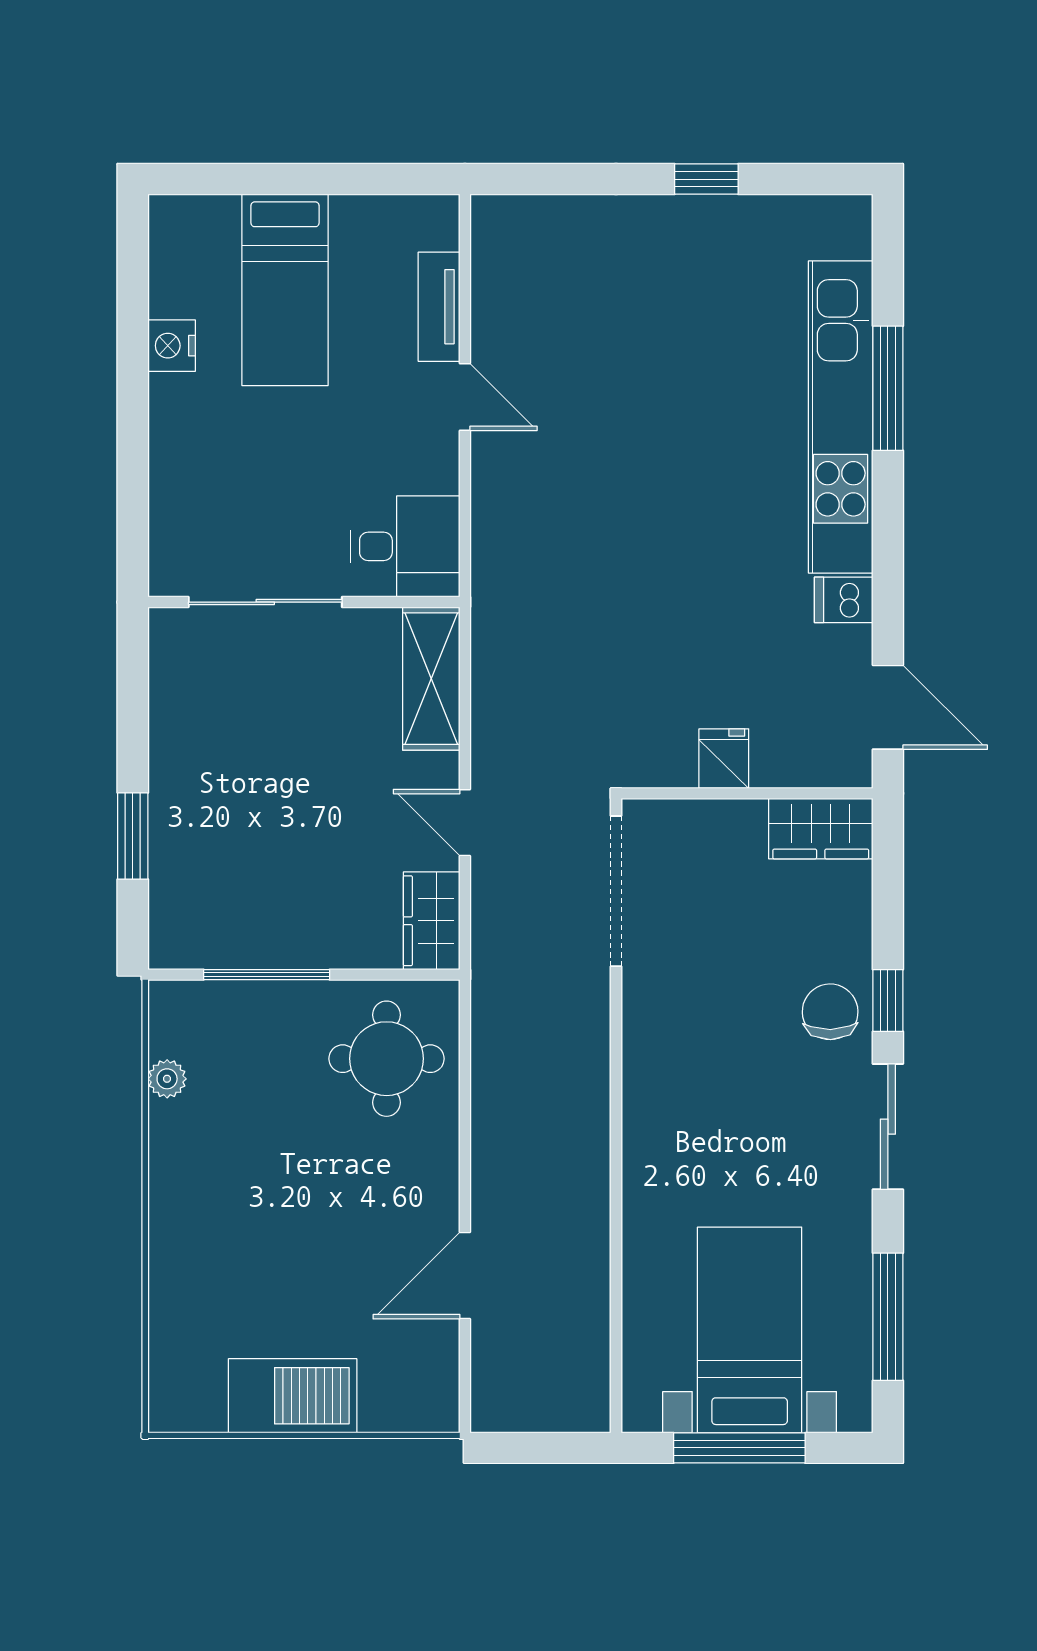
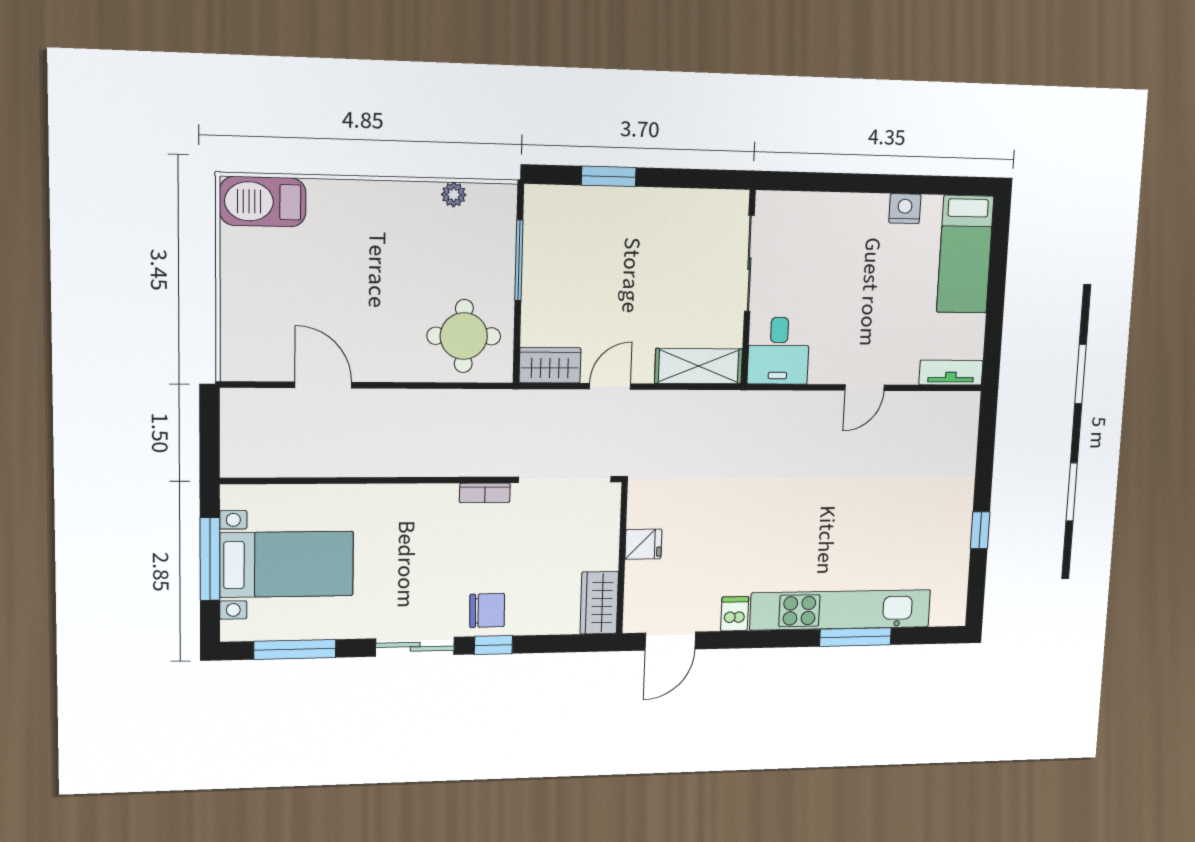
bed: (285, 290) -> (965, 254), moved, turned -90
tv unit: (439, 307) -> (951, 373), moved
bookcase: (637, 1020) -> (485, 493), added
barbecue: (293, 1396) -> (263, 202), moved, turned 90

